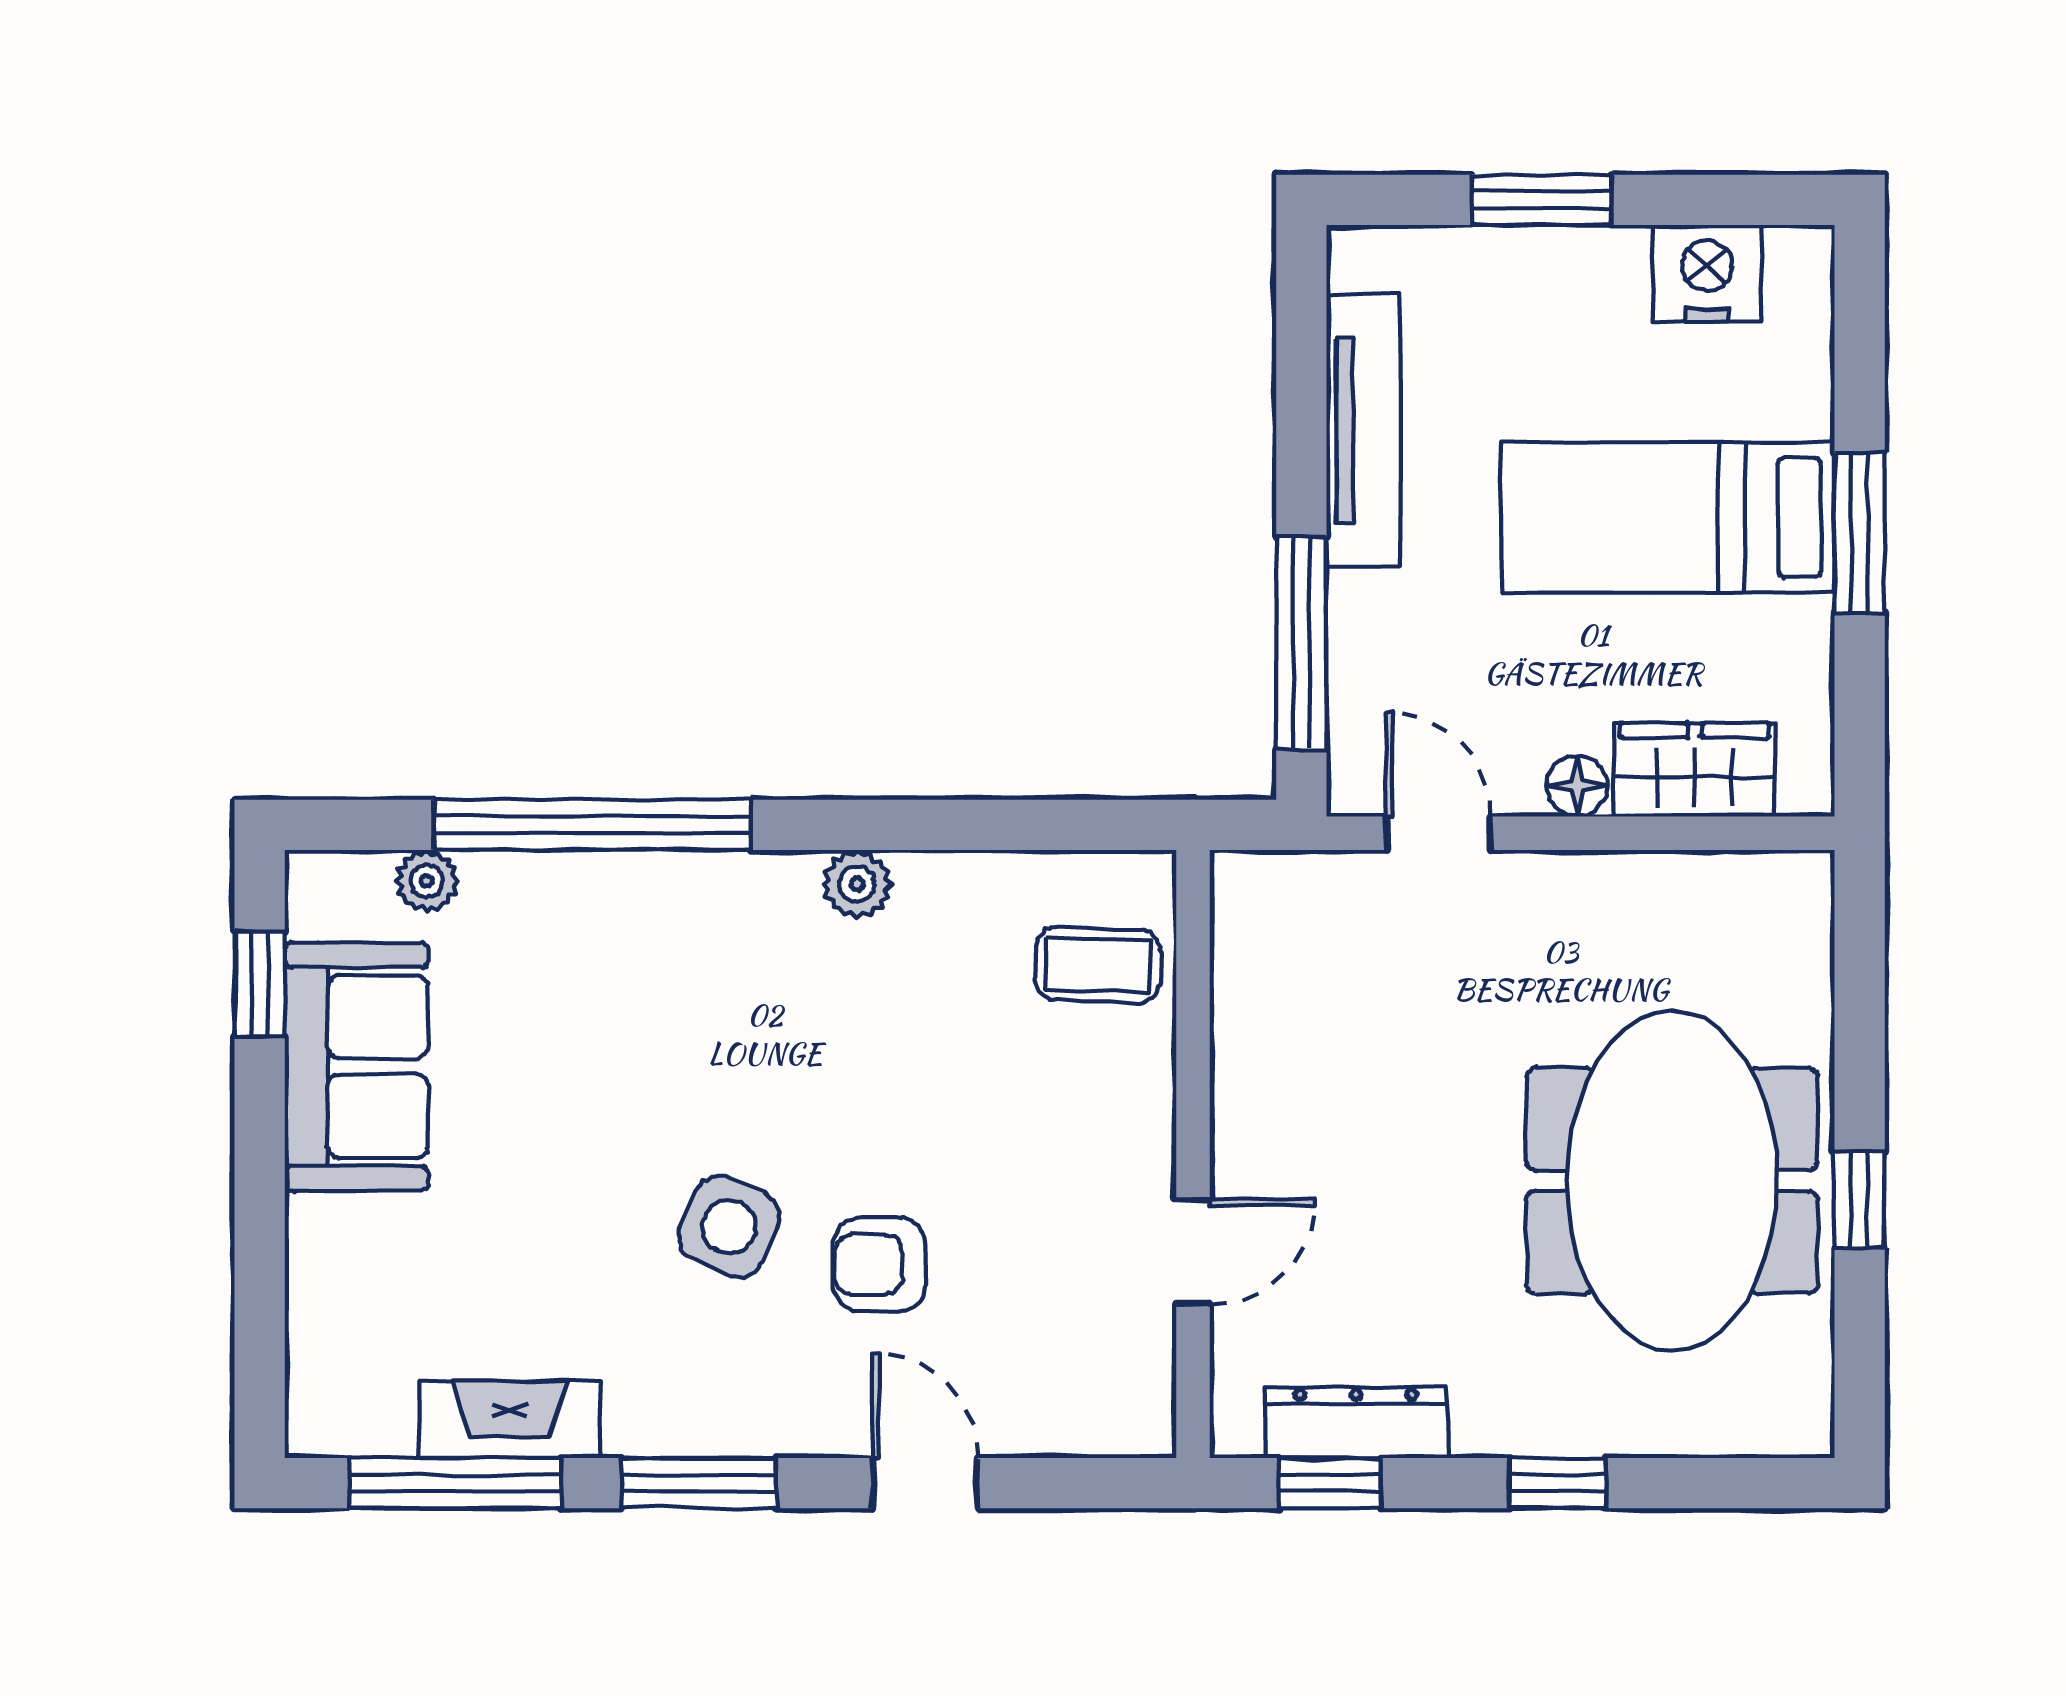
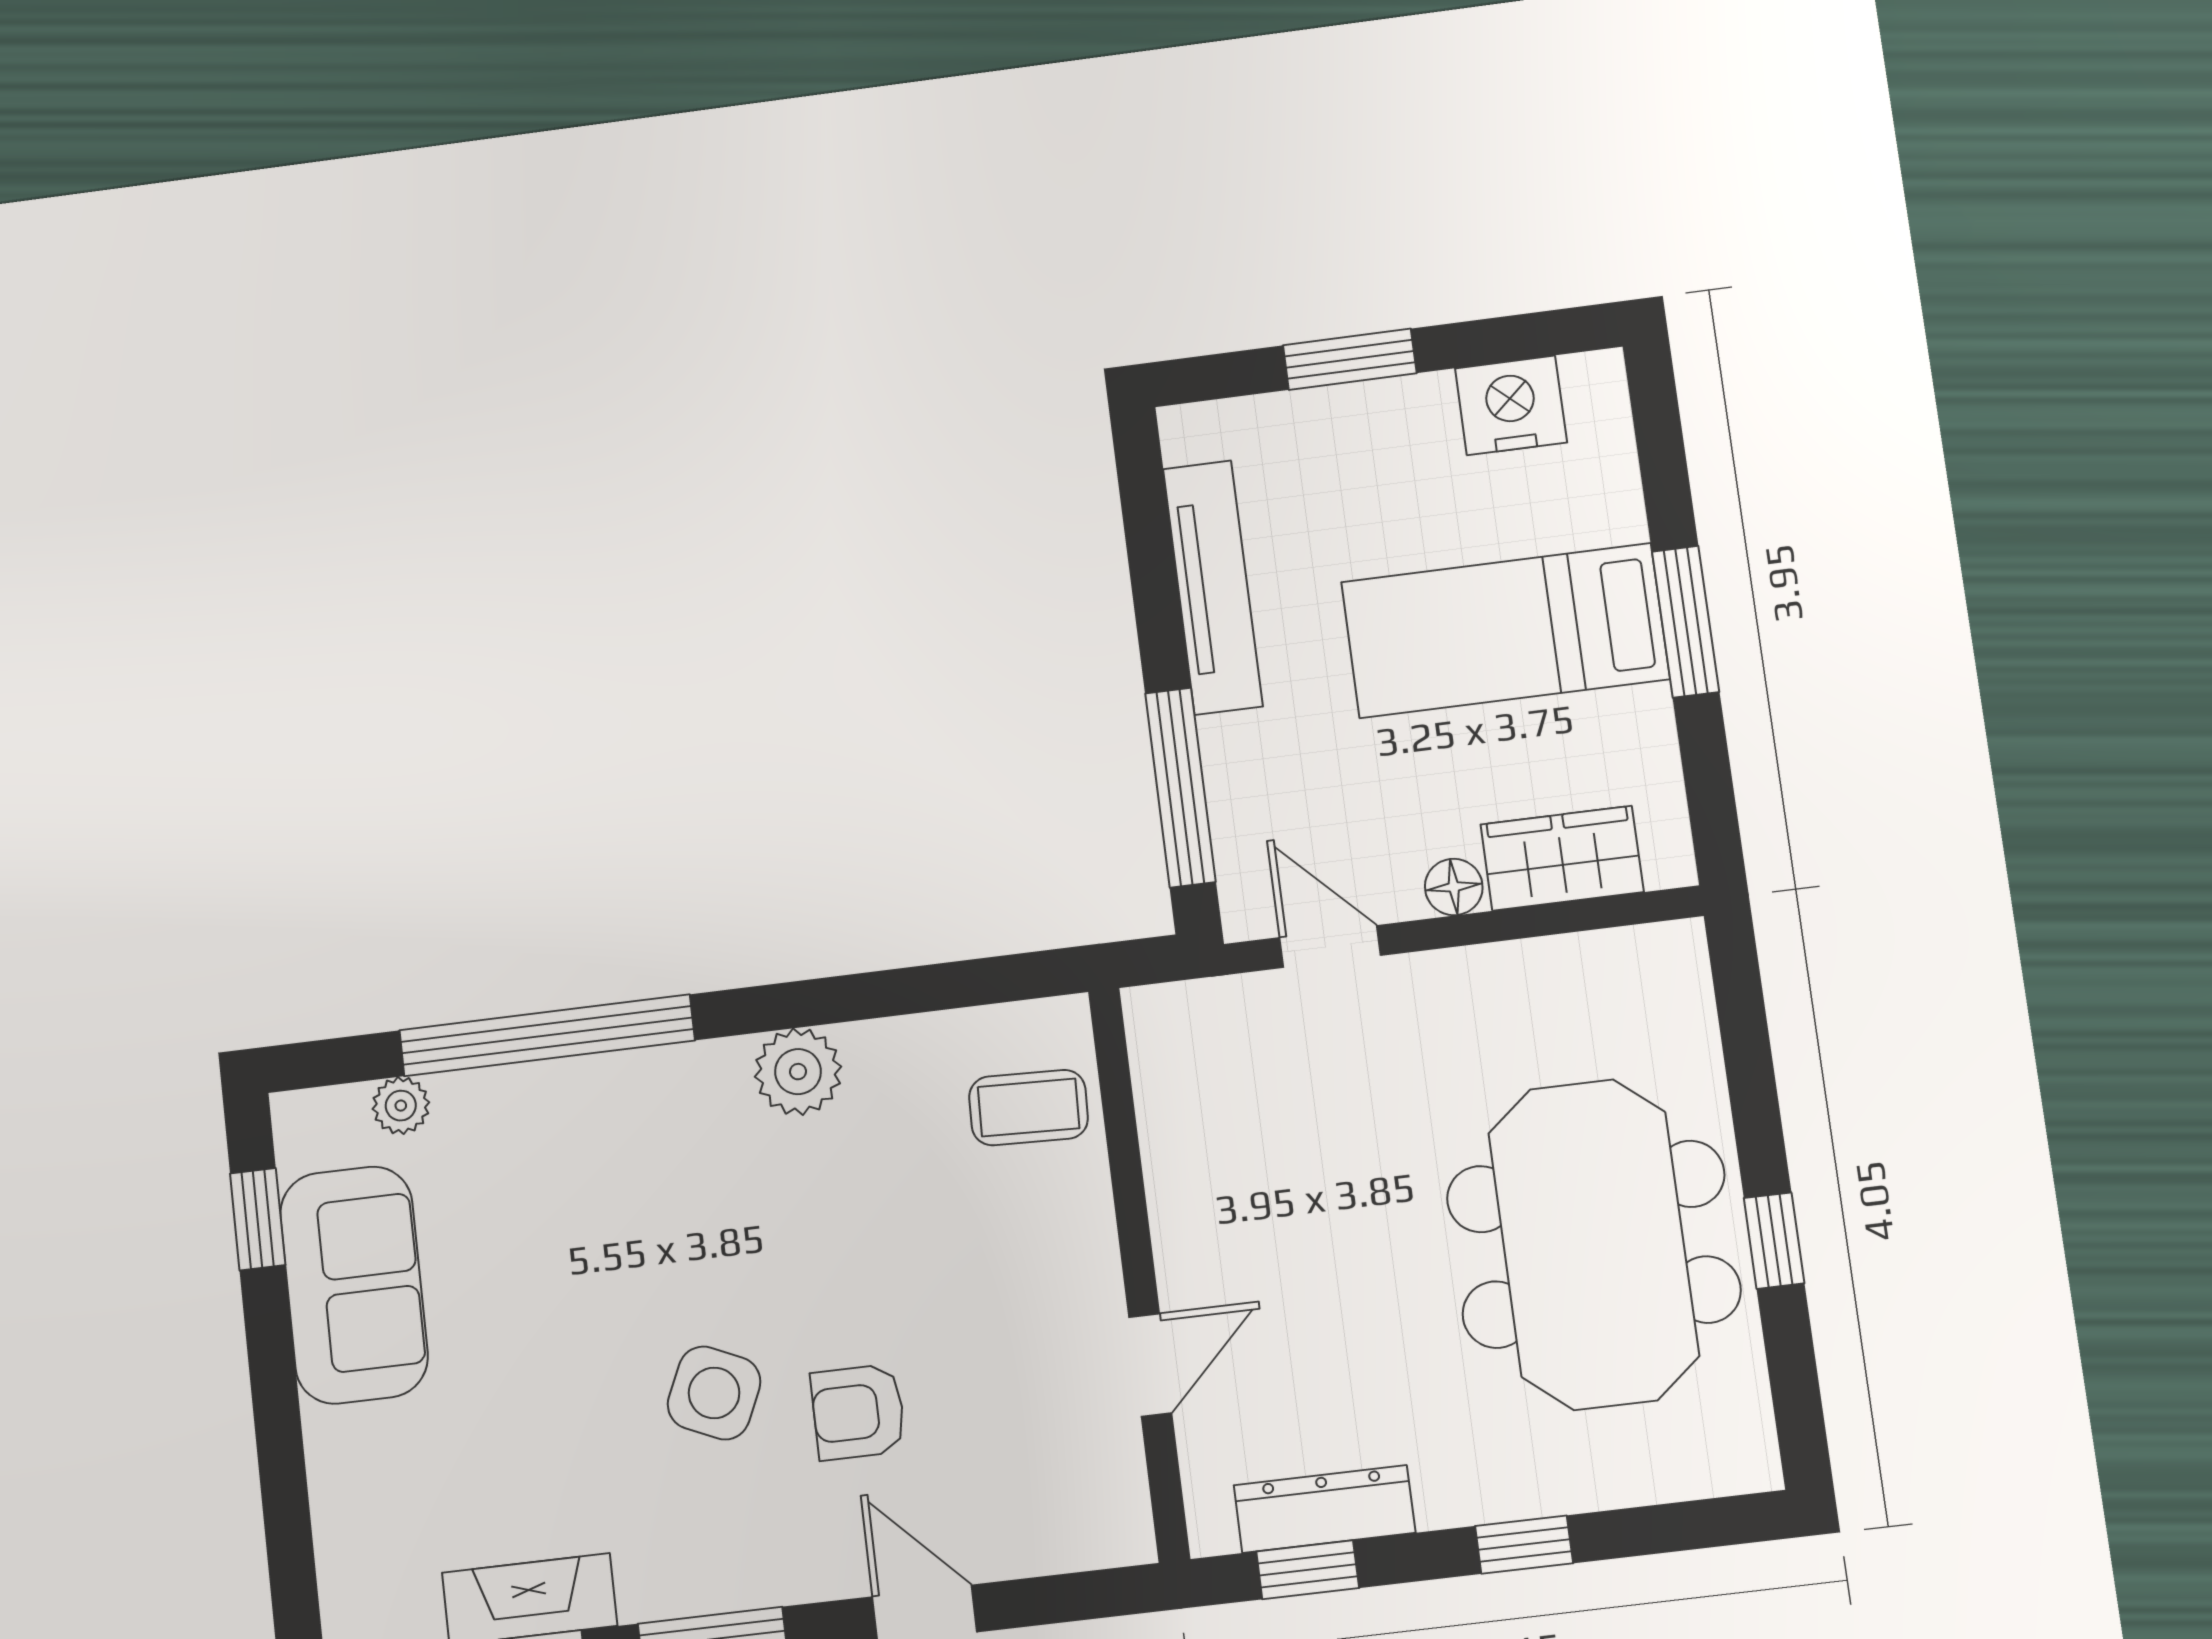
plant: (857, 884) -> (798, 1072), width x1.38, depth x1.38

